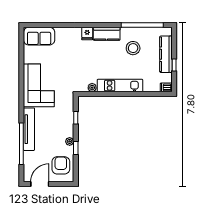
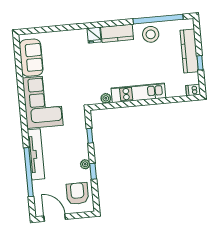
sofa: (39, 36) -> (31, 58), moved, turned -90
stool: (133, 48) -> (151, 34), moved
door: (40, 184) -> (55, 218), hinge flipped

